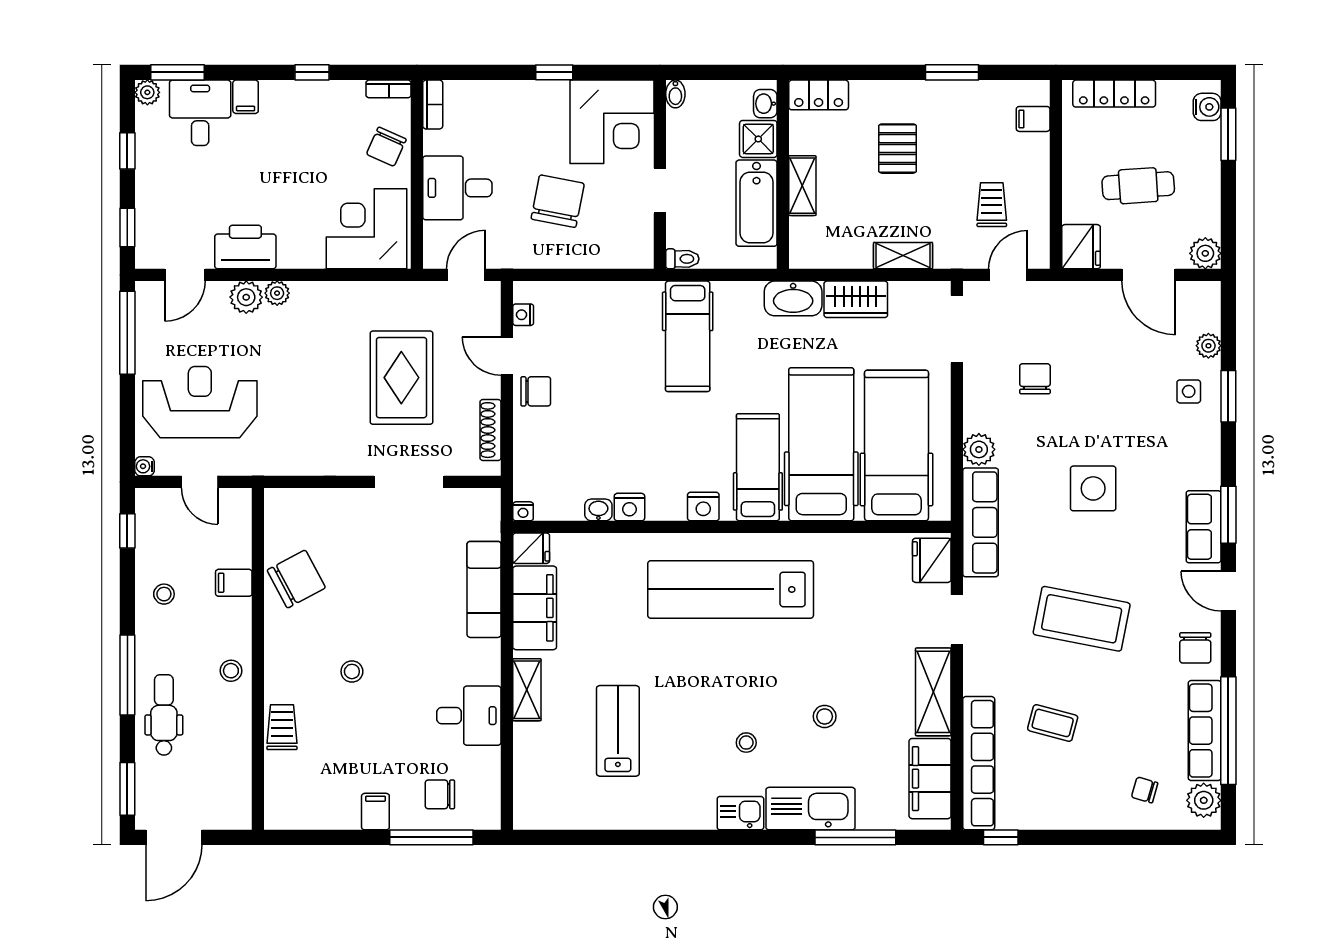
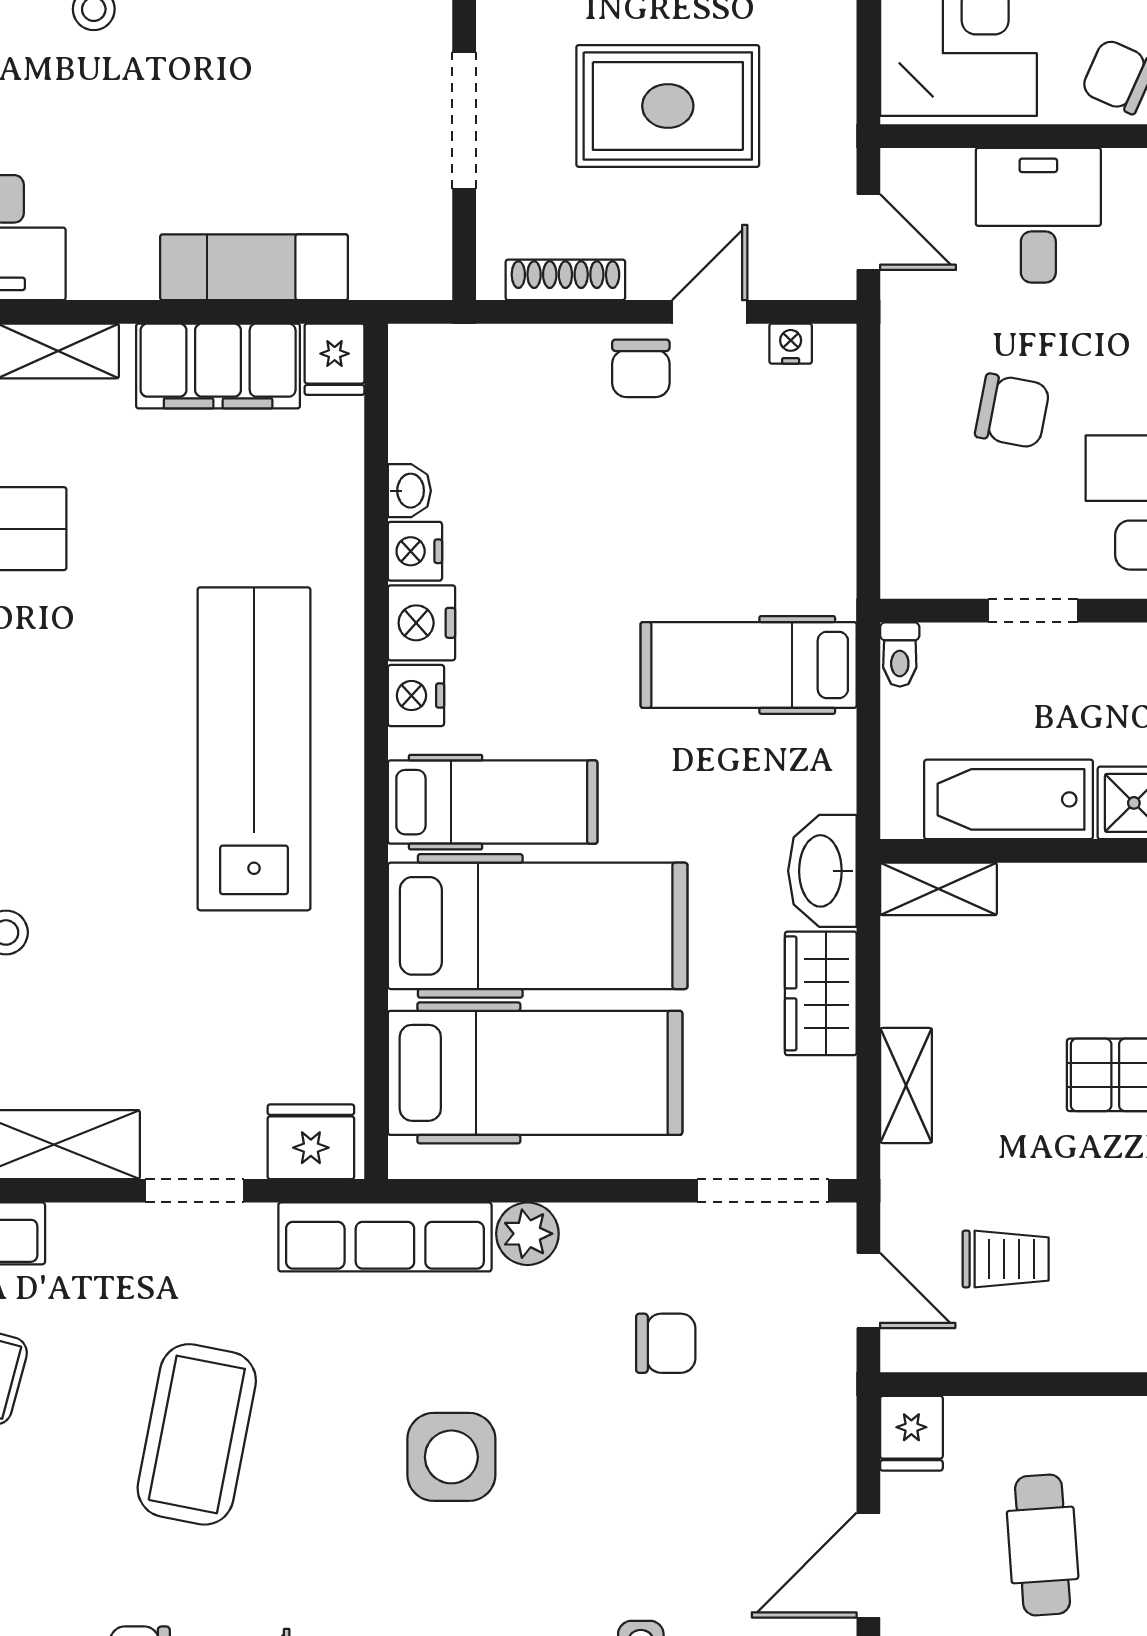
shelving: (802, 186) -> (938, 889), moved
chair: (558, 201) -> (1012, 411), width x0.73, depth x0.73
fridge: (1081, 247) -> (911, 1433), width x0.72
nightstand: (523, 511) -> (421, 623), moved, width x1.89, depth x1.79

